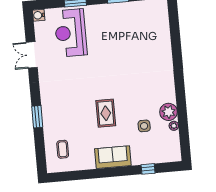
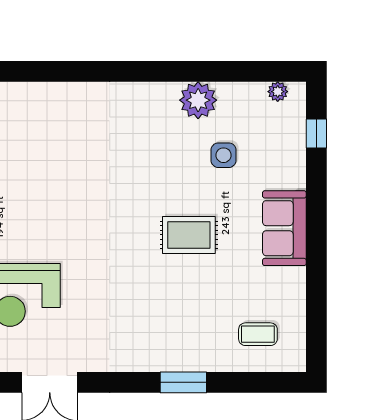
plant: (174, 126) -> (278, 92), moved
window: (148, 169) -> (316, 133), moved

